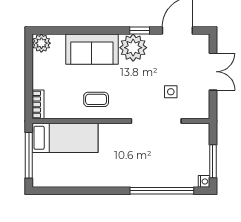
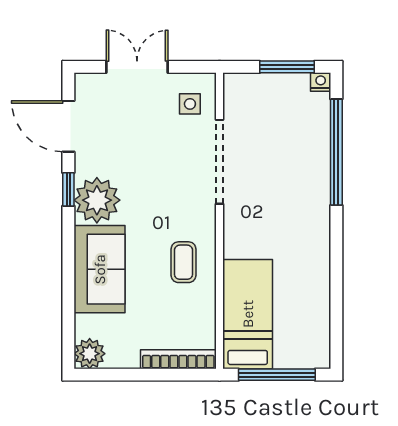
side table: (171, 92) -> (190, 104), moved
bookcase: (38, 104) -> (178, 359), width x1.56

